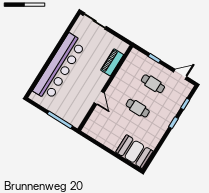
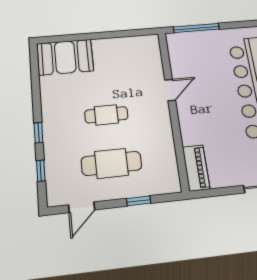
piano: (112, 62) -> (196, 168), moved
cafe table: (153, 84) -> (111, 163), width x1.37, depth x1.35
door: (99, 98) -> (170, 90), swing flipped

